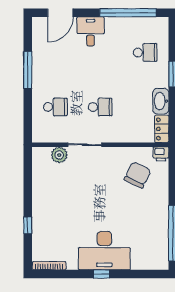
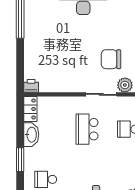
school desk: (100, 107) -> (87, 129), width x1.85
chair: (137, 175) -> (111, 59), moved, turned 64

